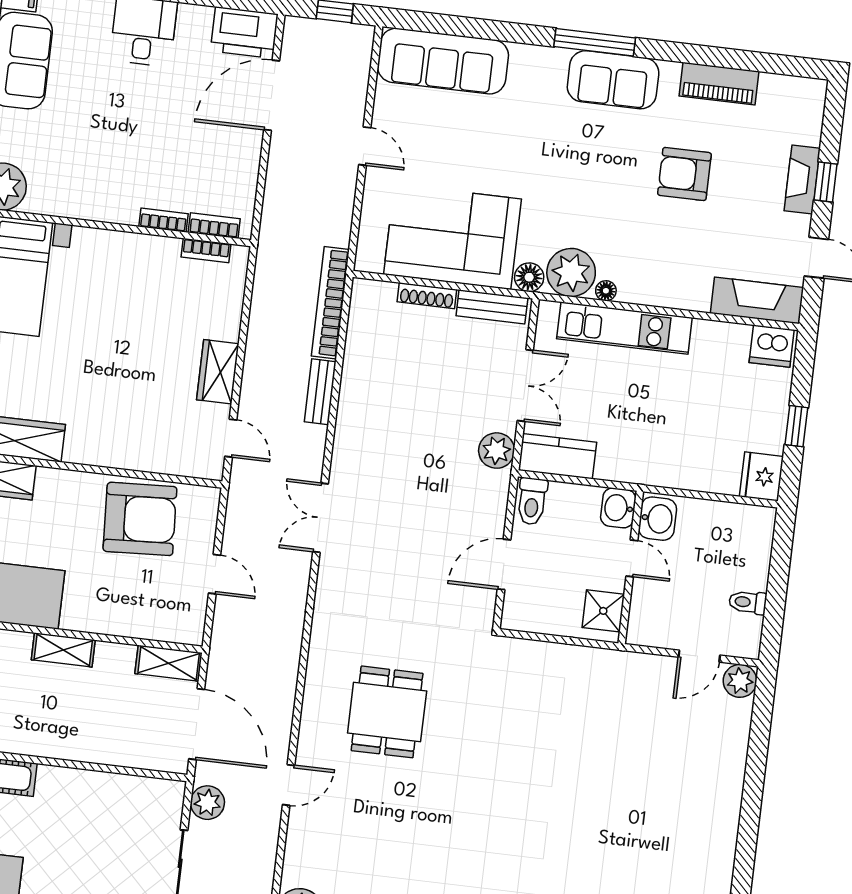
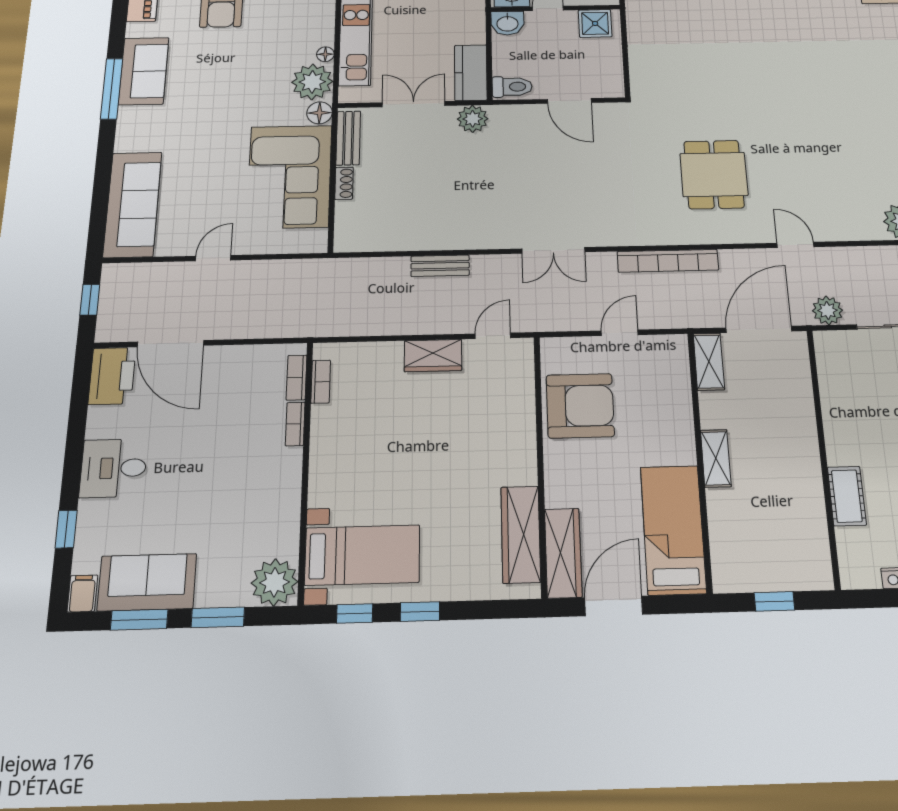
shoe rack: (427, 296) -> (344, 183), width x0.70
bookcase: (330, 303) -> (668, 261), moved
armchair: (140, 519) -> (580, 406), turned 93
dining table: (387, 712) -> (714, 174), turned 90

